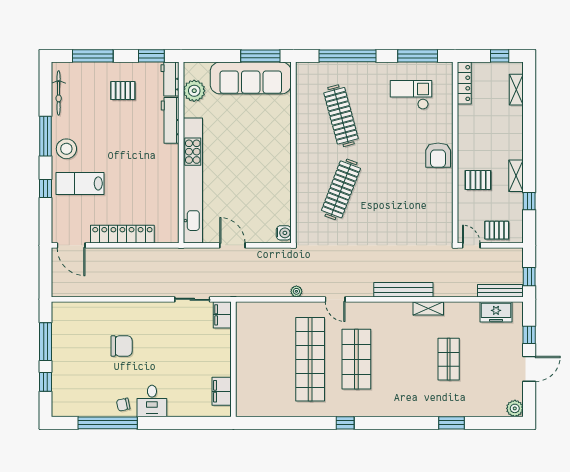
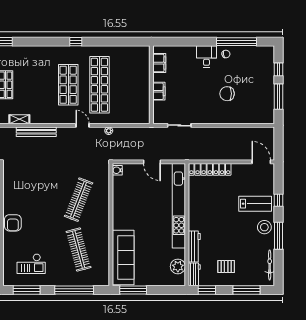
sofa: (251, 78) -> (123, 258), moved, turned 90
armchair: (438, 155) -> (13, 223), turned 180
locker: (122, 234) -> (210, 169), moved
filing cabinet: (222, 315) -> (159, 91), moved

